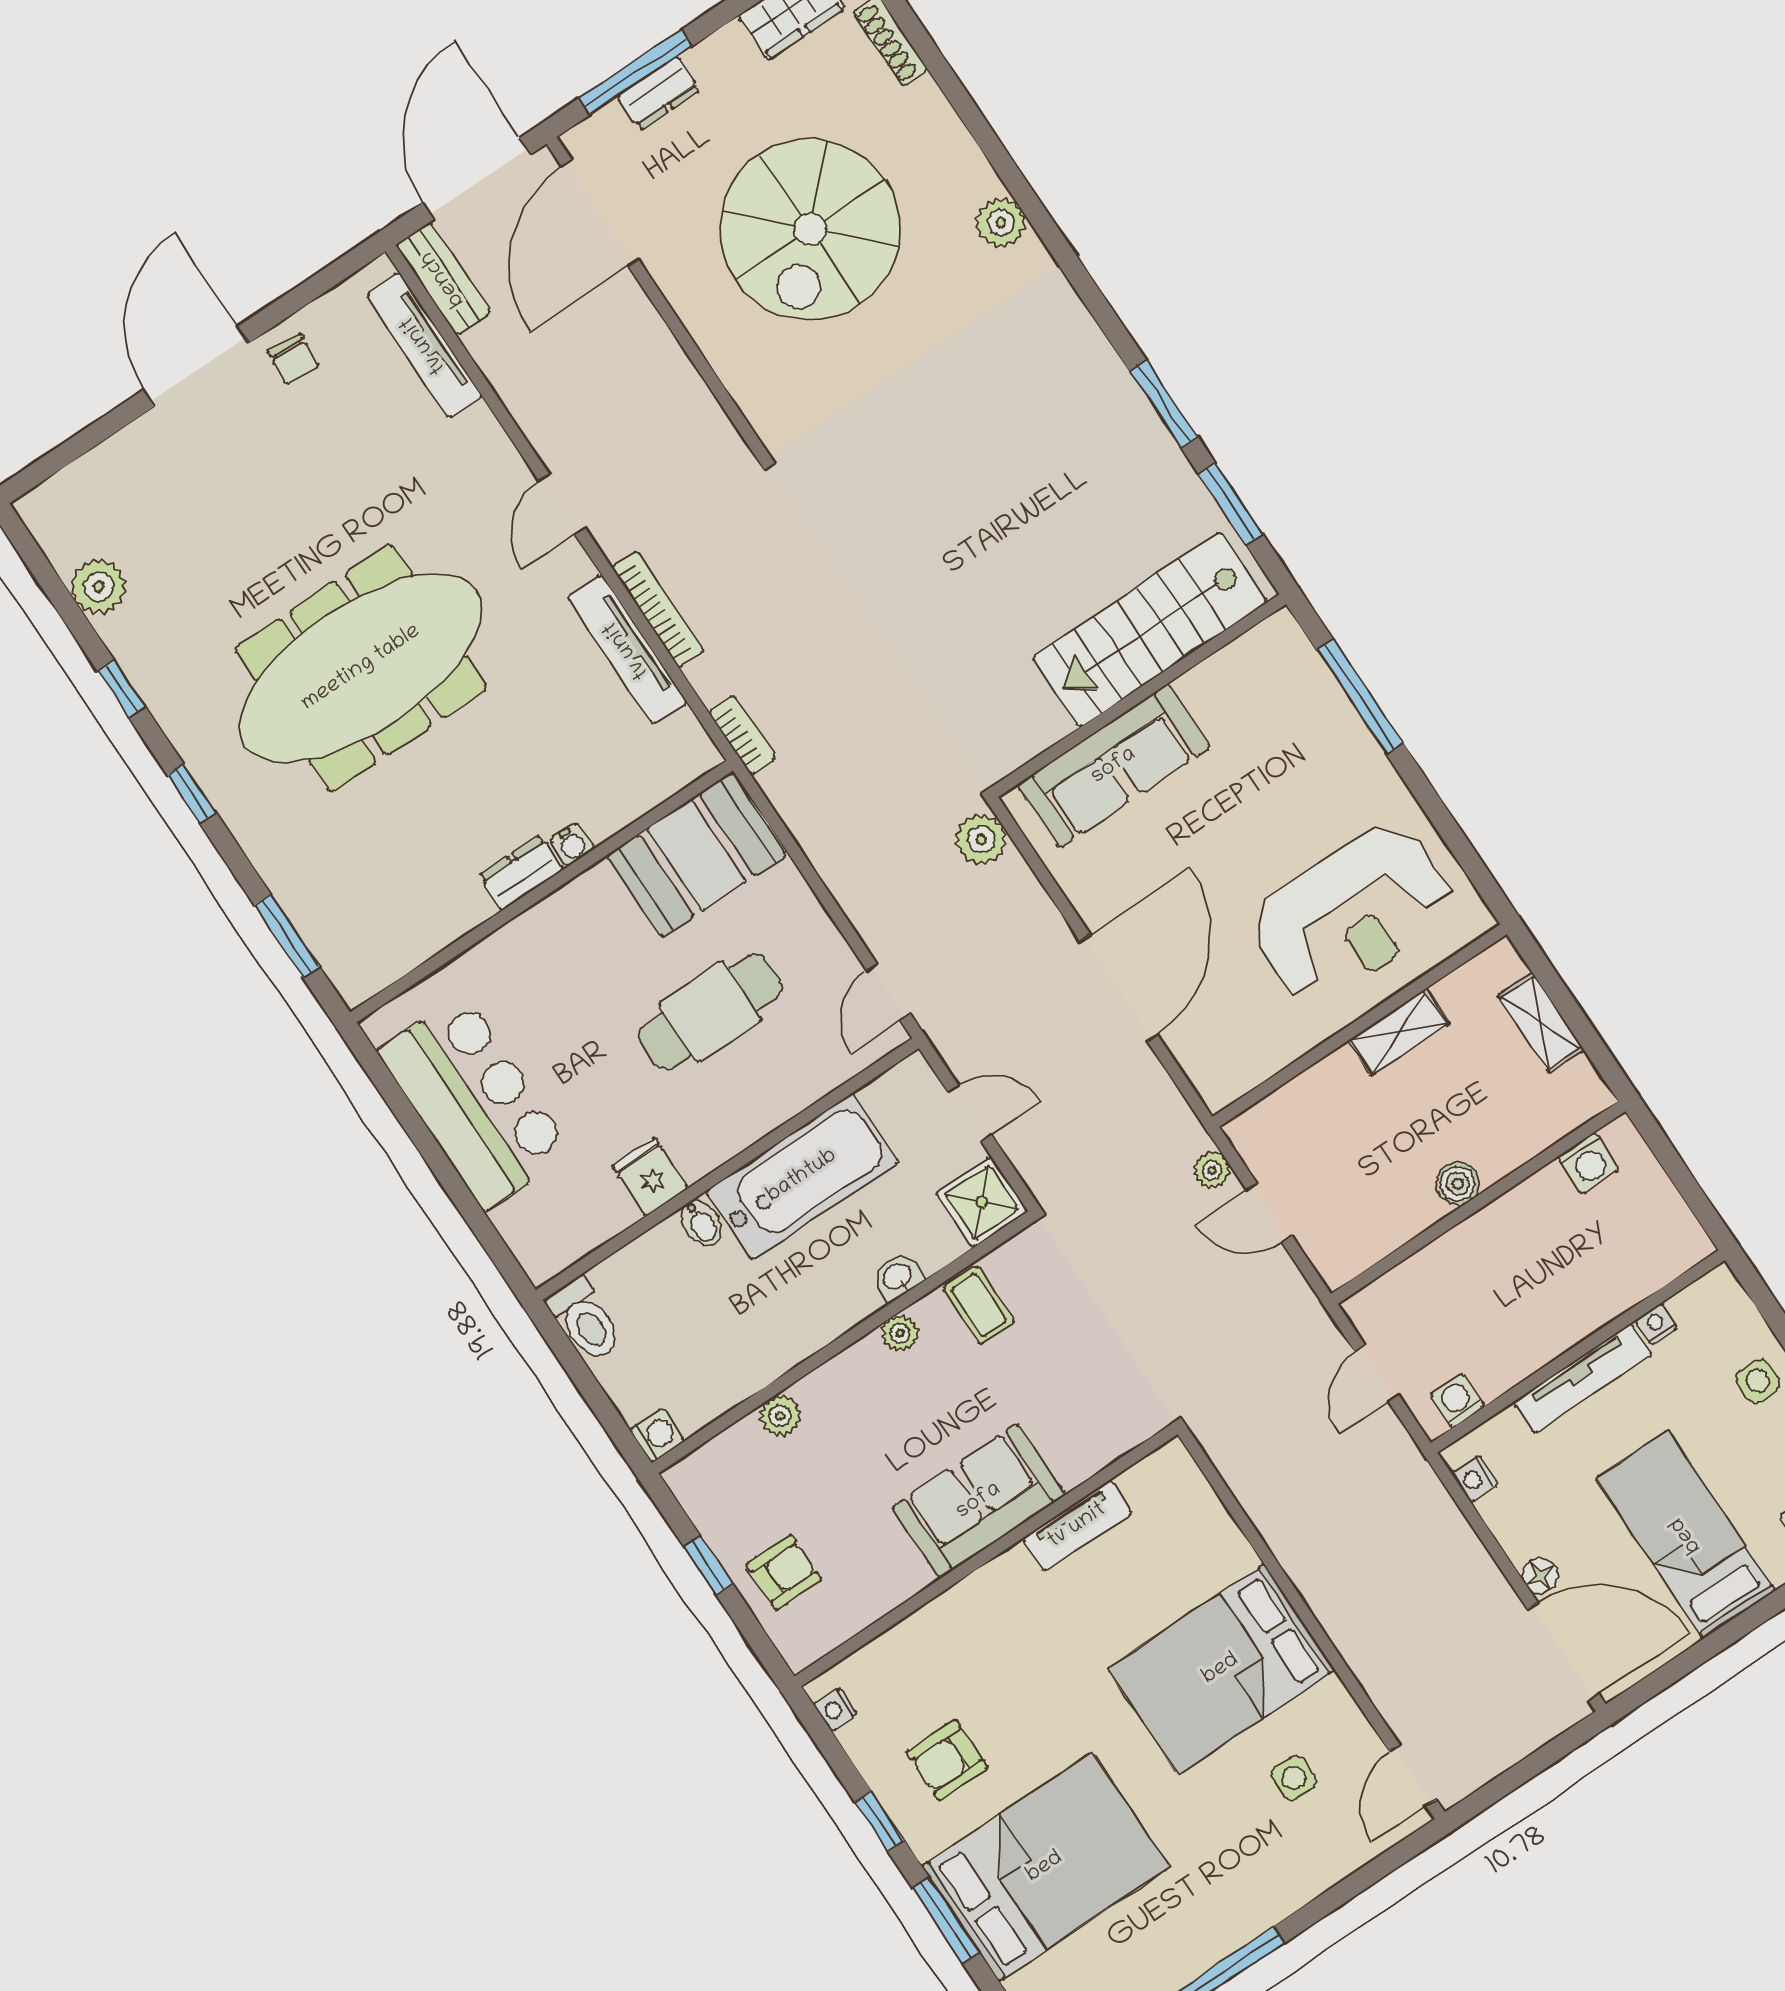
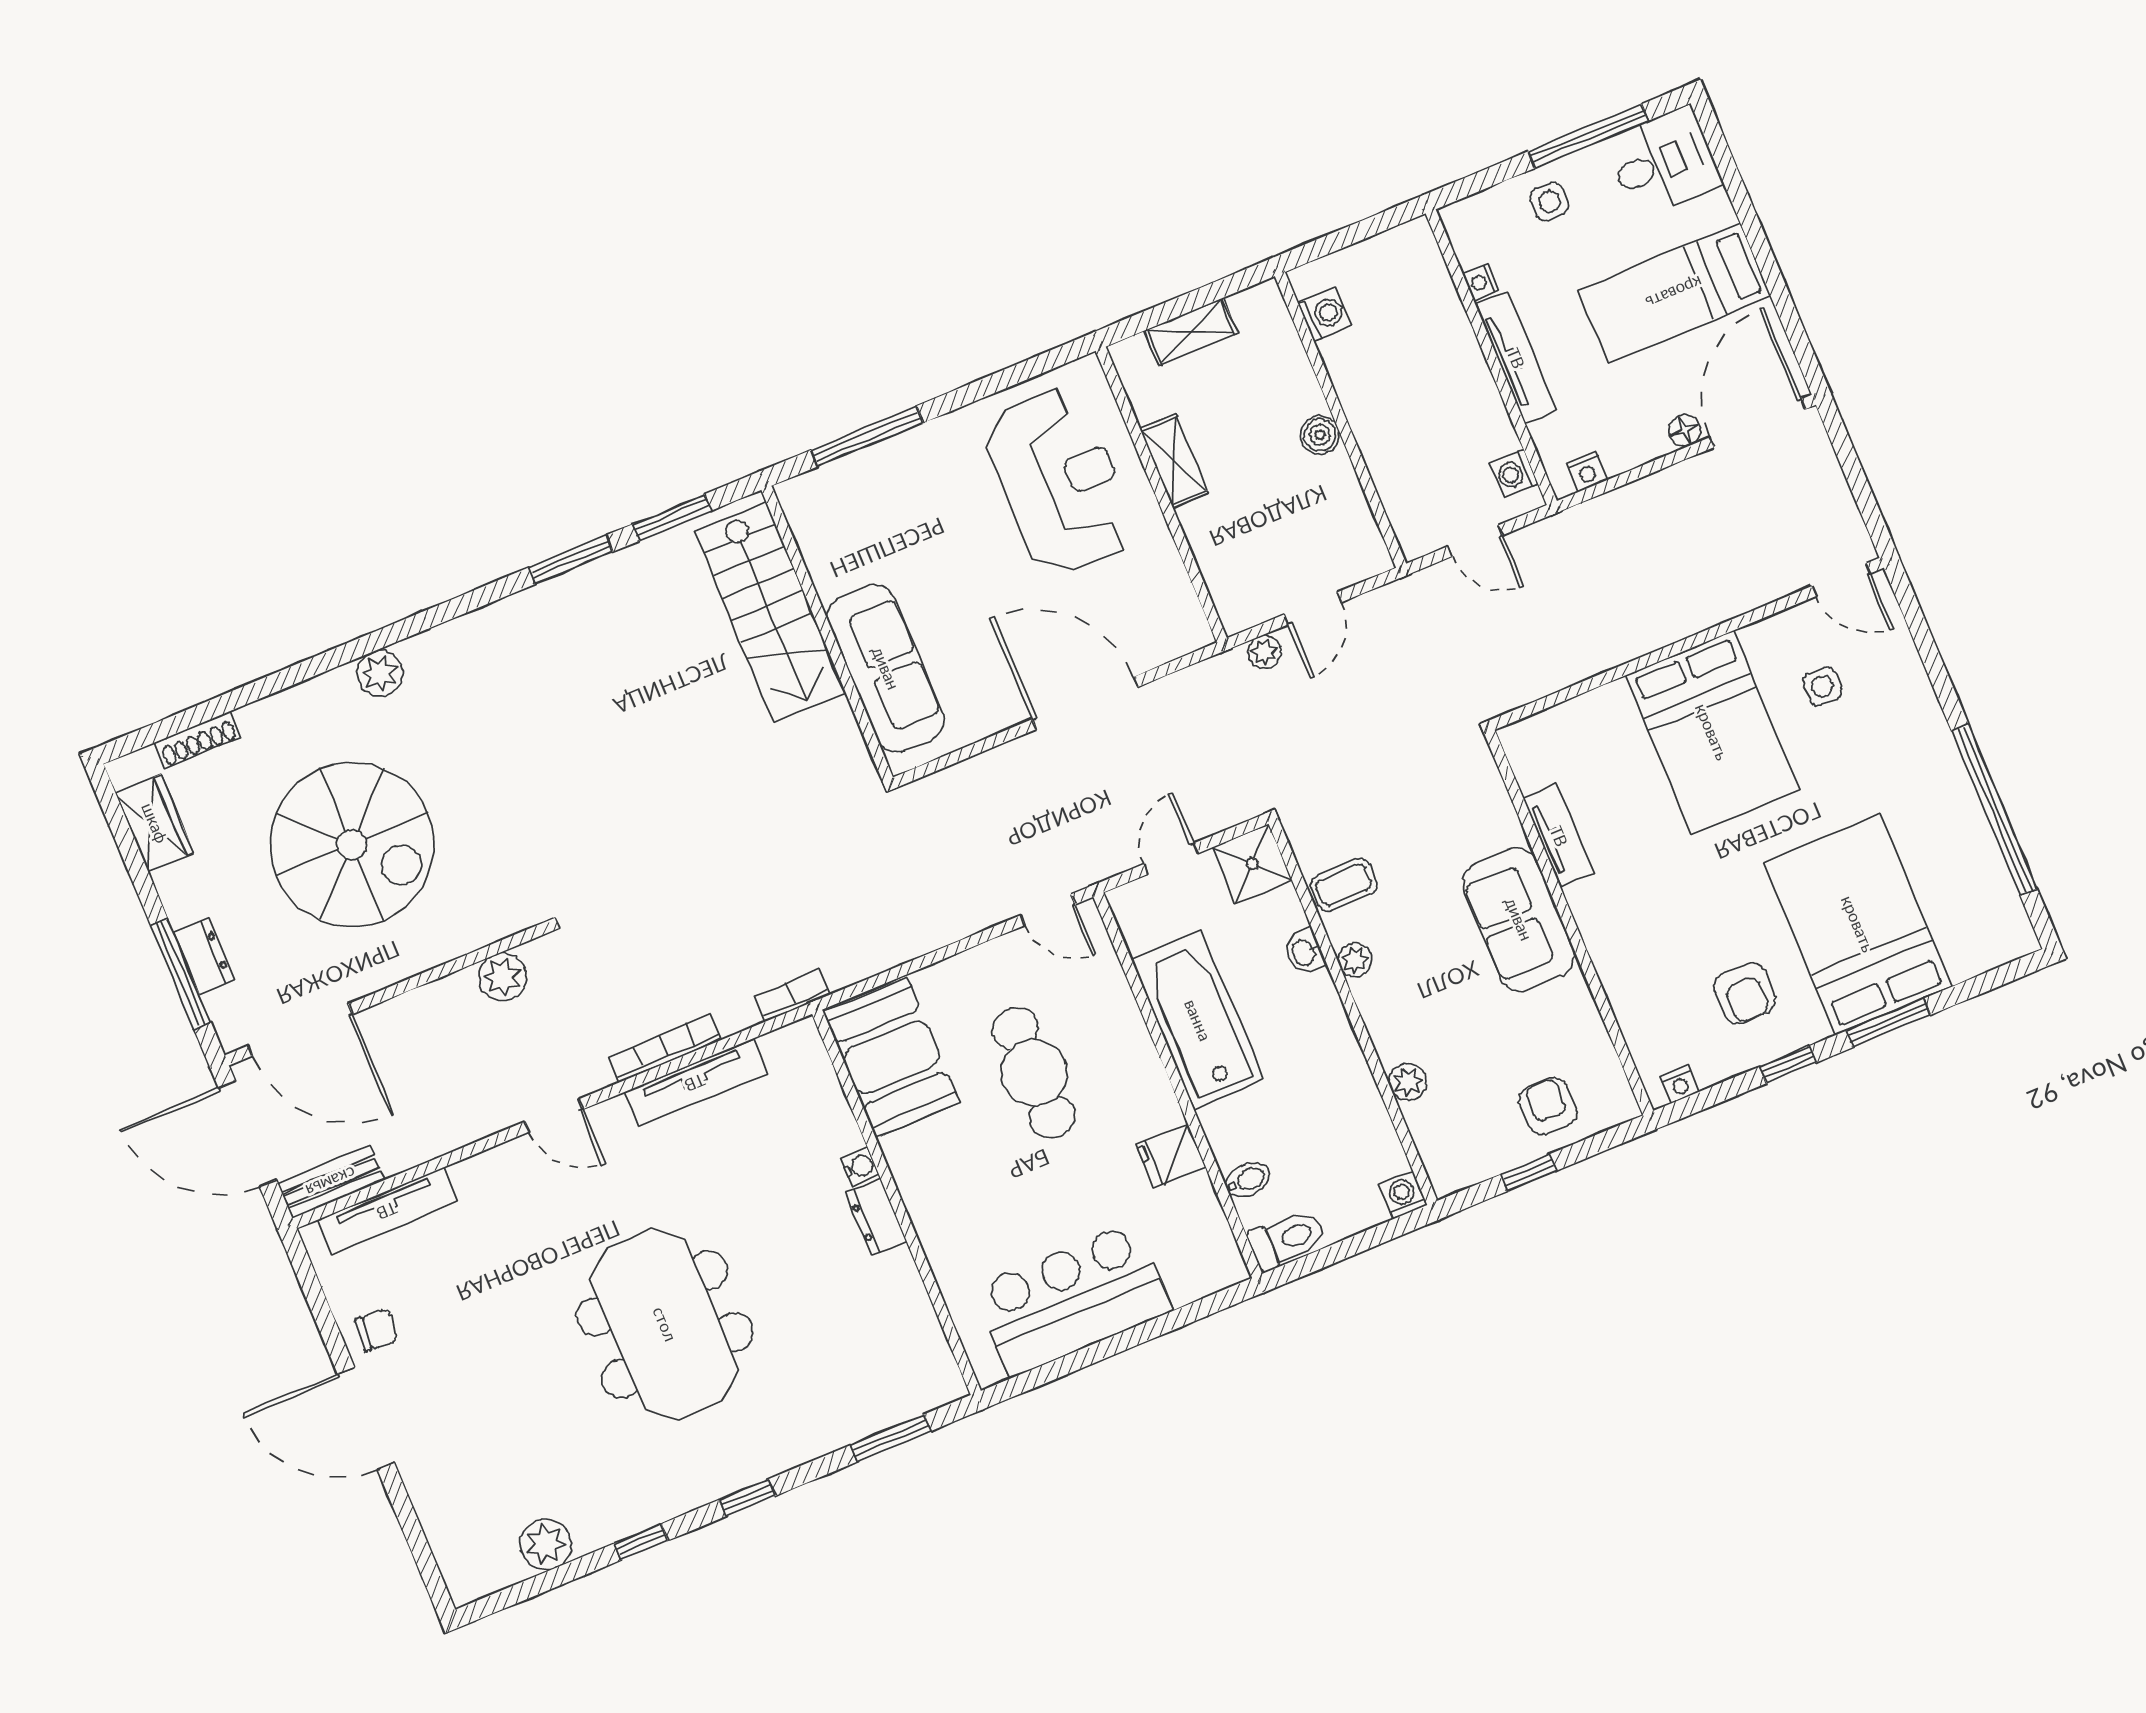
meeting table: (361, 668) -> (665, 1324), width x0.73
plant: (981, 839) -> (503, 977), moved
bidet: (702, 1223) -> (1247, 1180), moved

